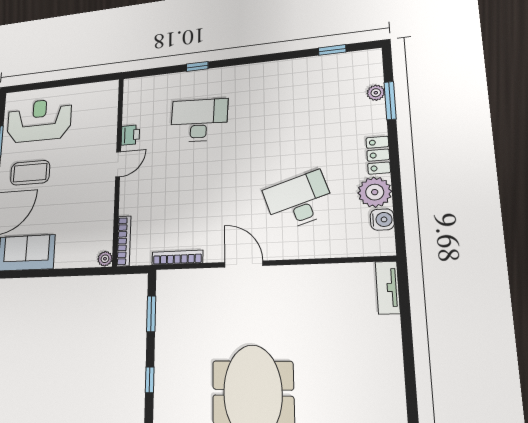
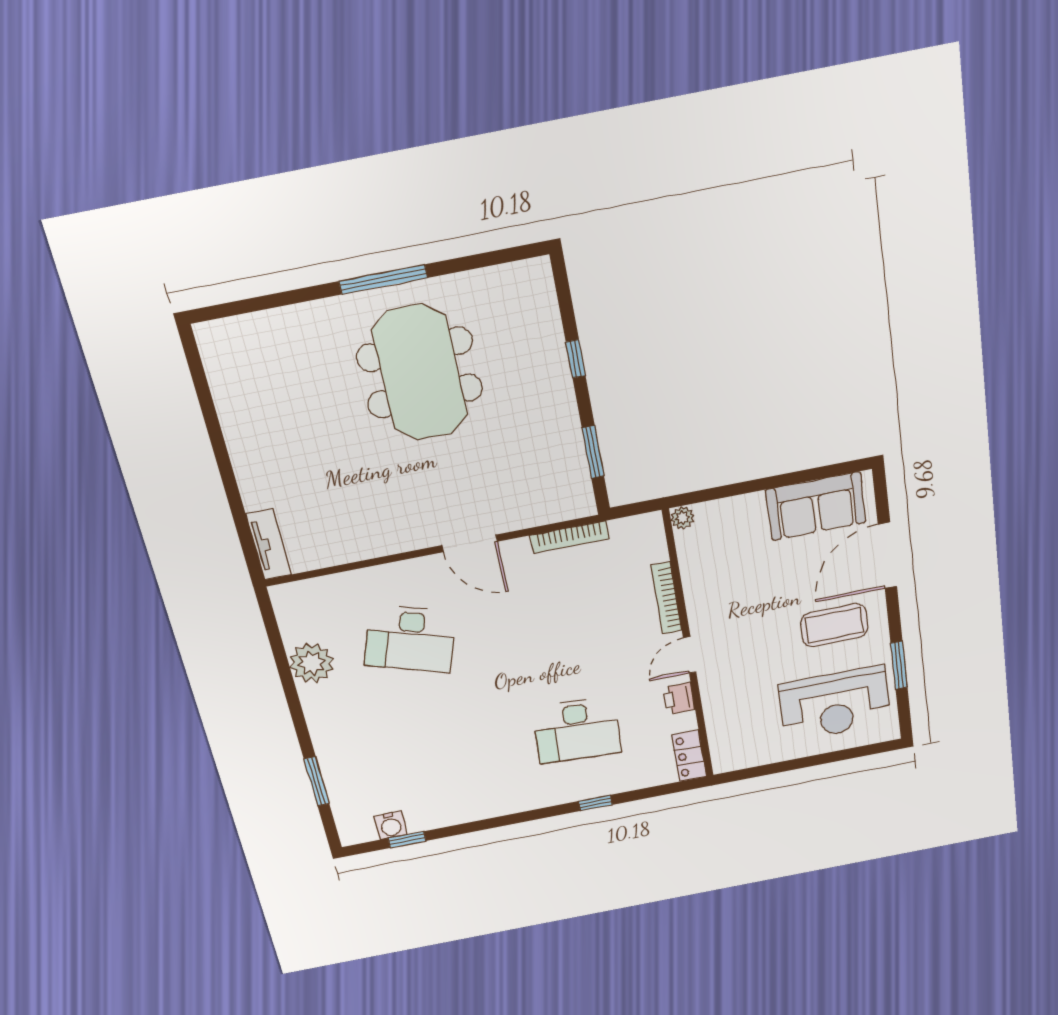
plant: (376, 93) -> (337, 790), removed
locker: (378, 155) -> (689, 756), moved, turned 180
desk: (299, 201) -> (410, 639), turned 36
water cooler: (382, 220) -> (391, 825), moved, turned -90
bookcase: (124, 241) -> (666, 598), moved

